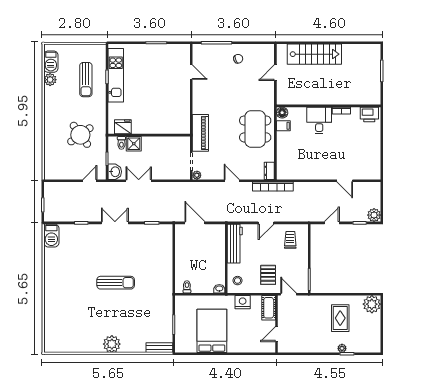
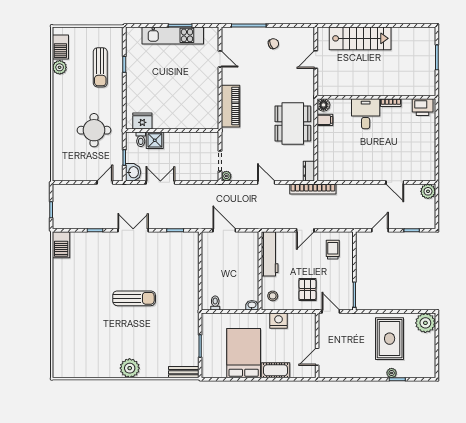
kitchen unit: (116, 75) -> (173, 35), moved, turned 90
piano: (200, 133) -> (230, 106), moved
round table: (80, 135) -> (94, 130), turned 36
plant: (374, 215) -> (428, 191), moved
cot: (269, 308) -> (275, 370), moved, turned 90
rug: (340, 318) -> (390, 339), width x1.36, depth x1.43

